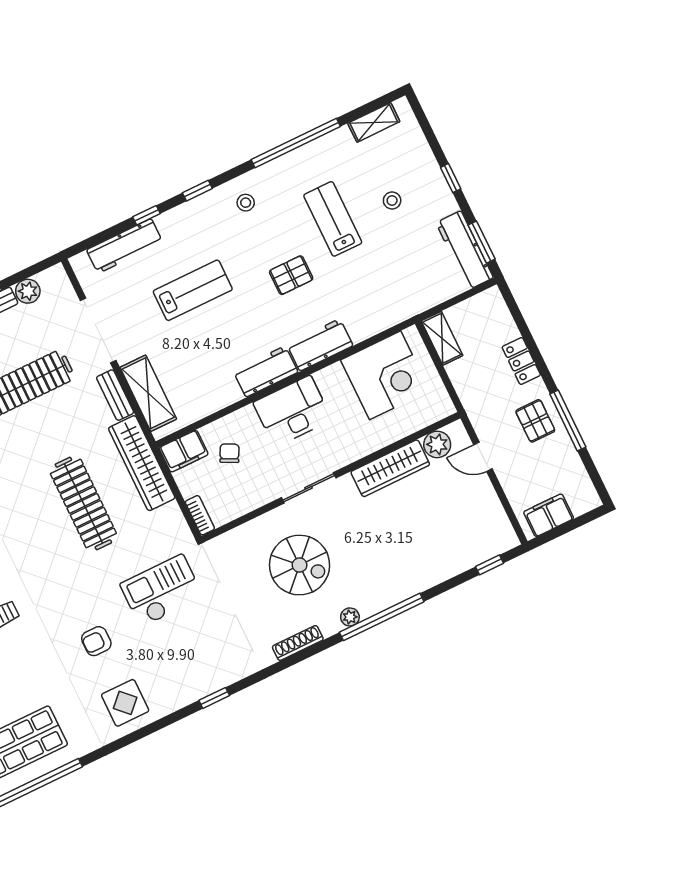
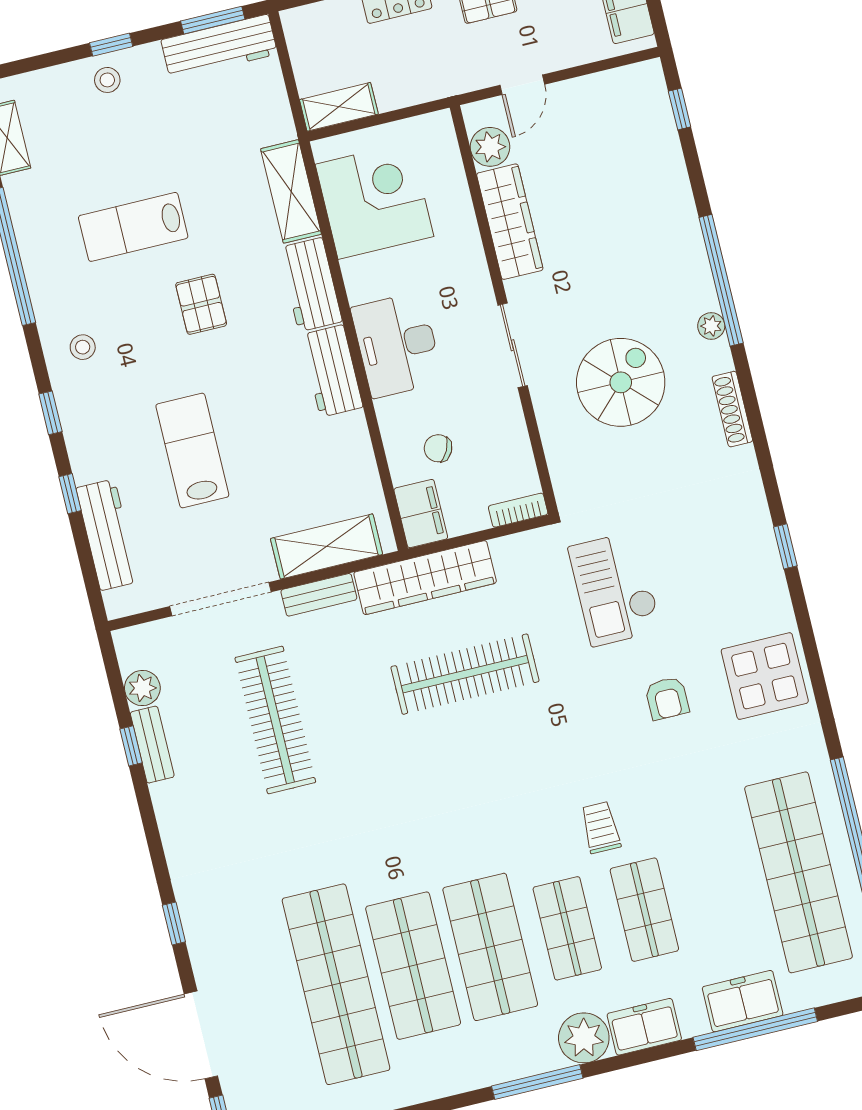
stool: (392, 201) -> (107, 80), moved
shelving: (379, 319) -> (291, 191), added
display table: (125, 703) -> (765, 676), width x1.36, depth x1.36

